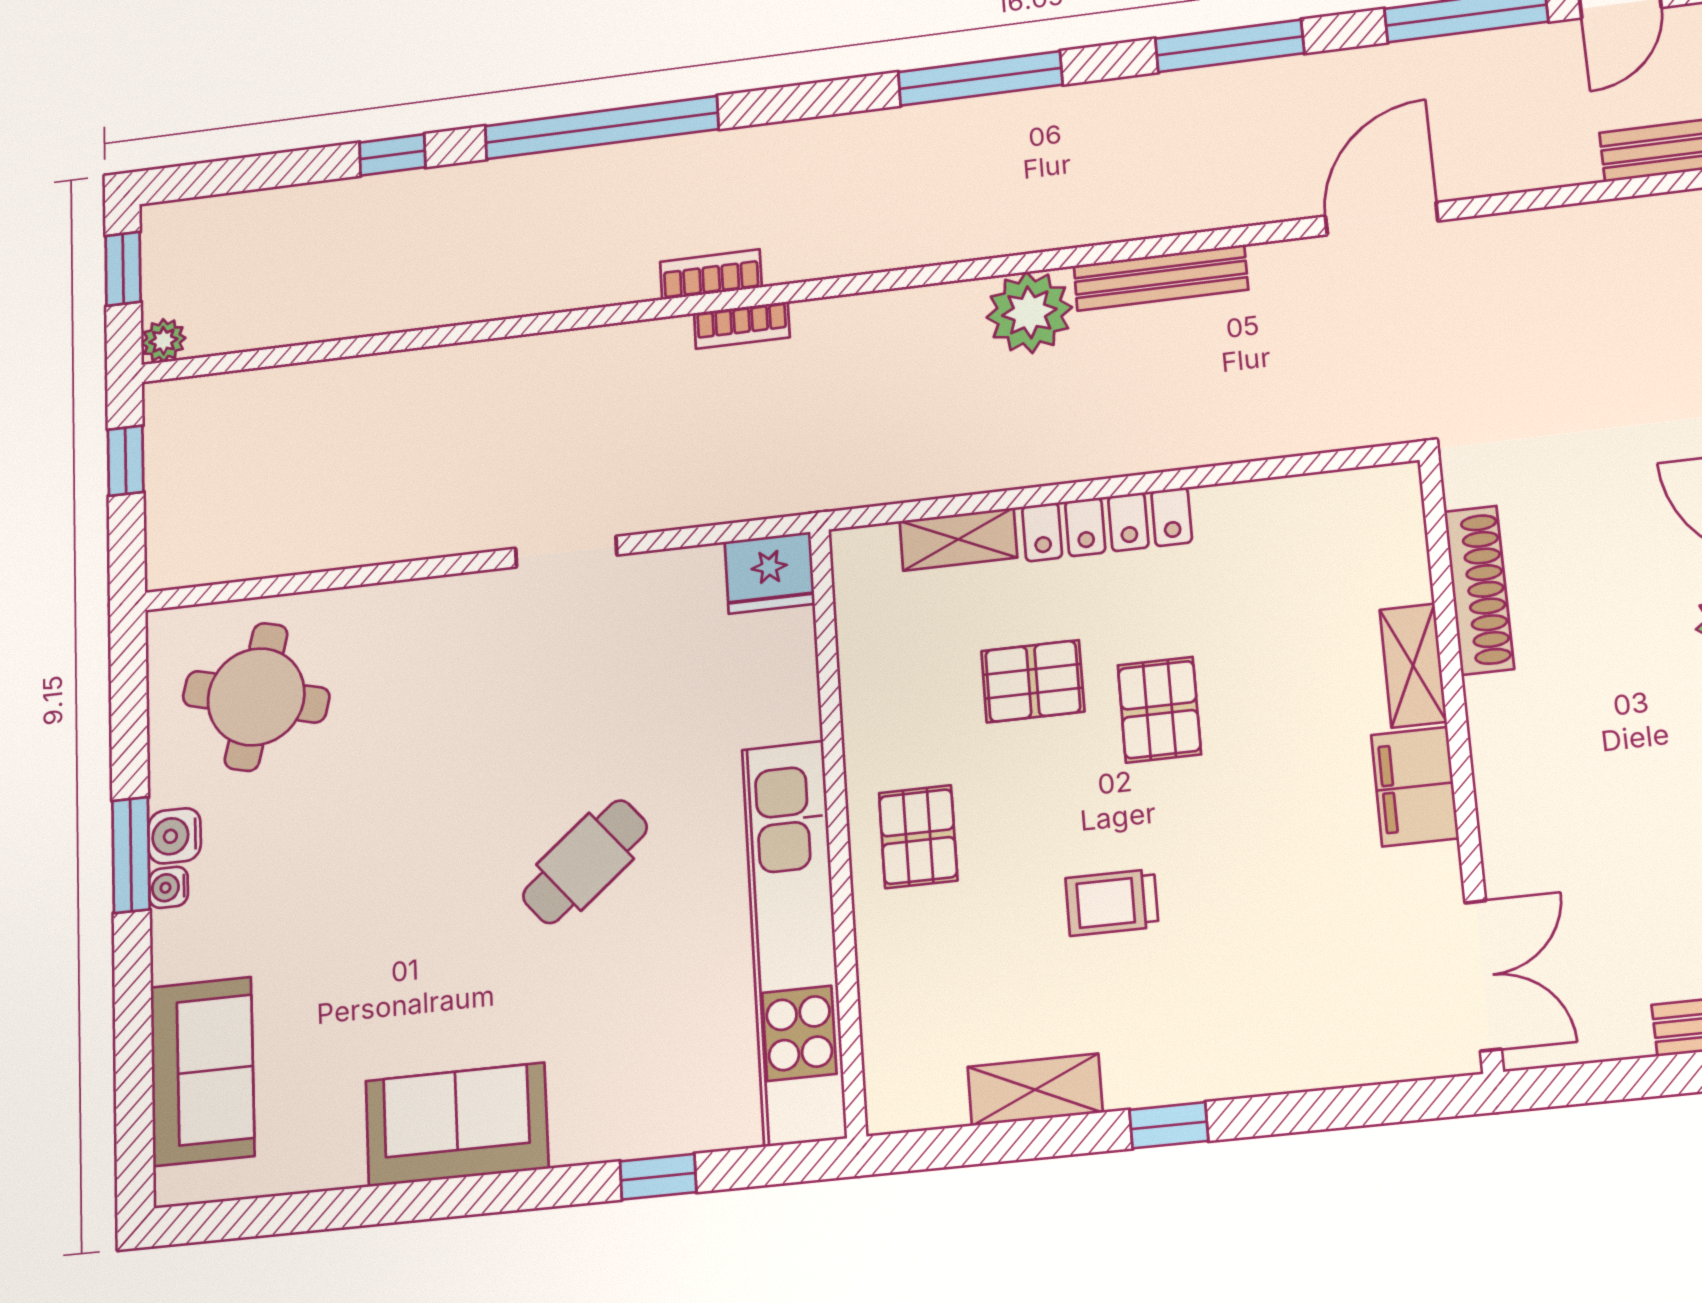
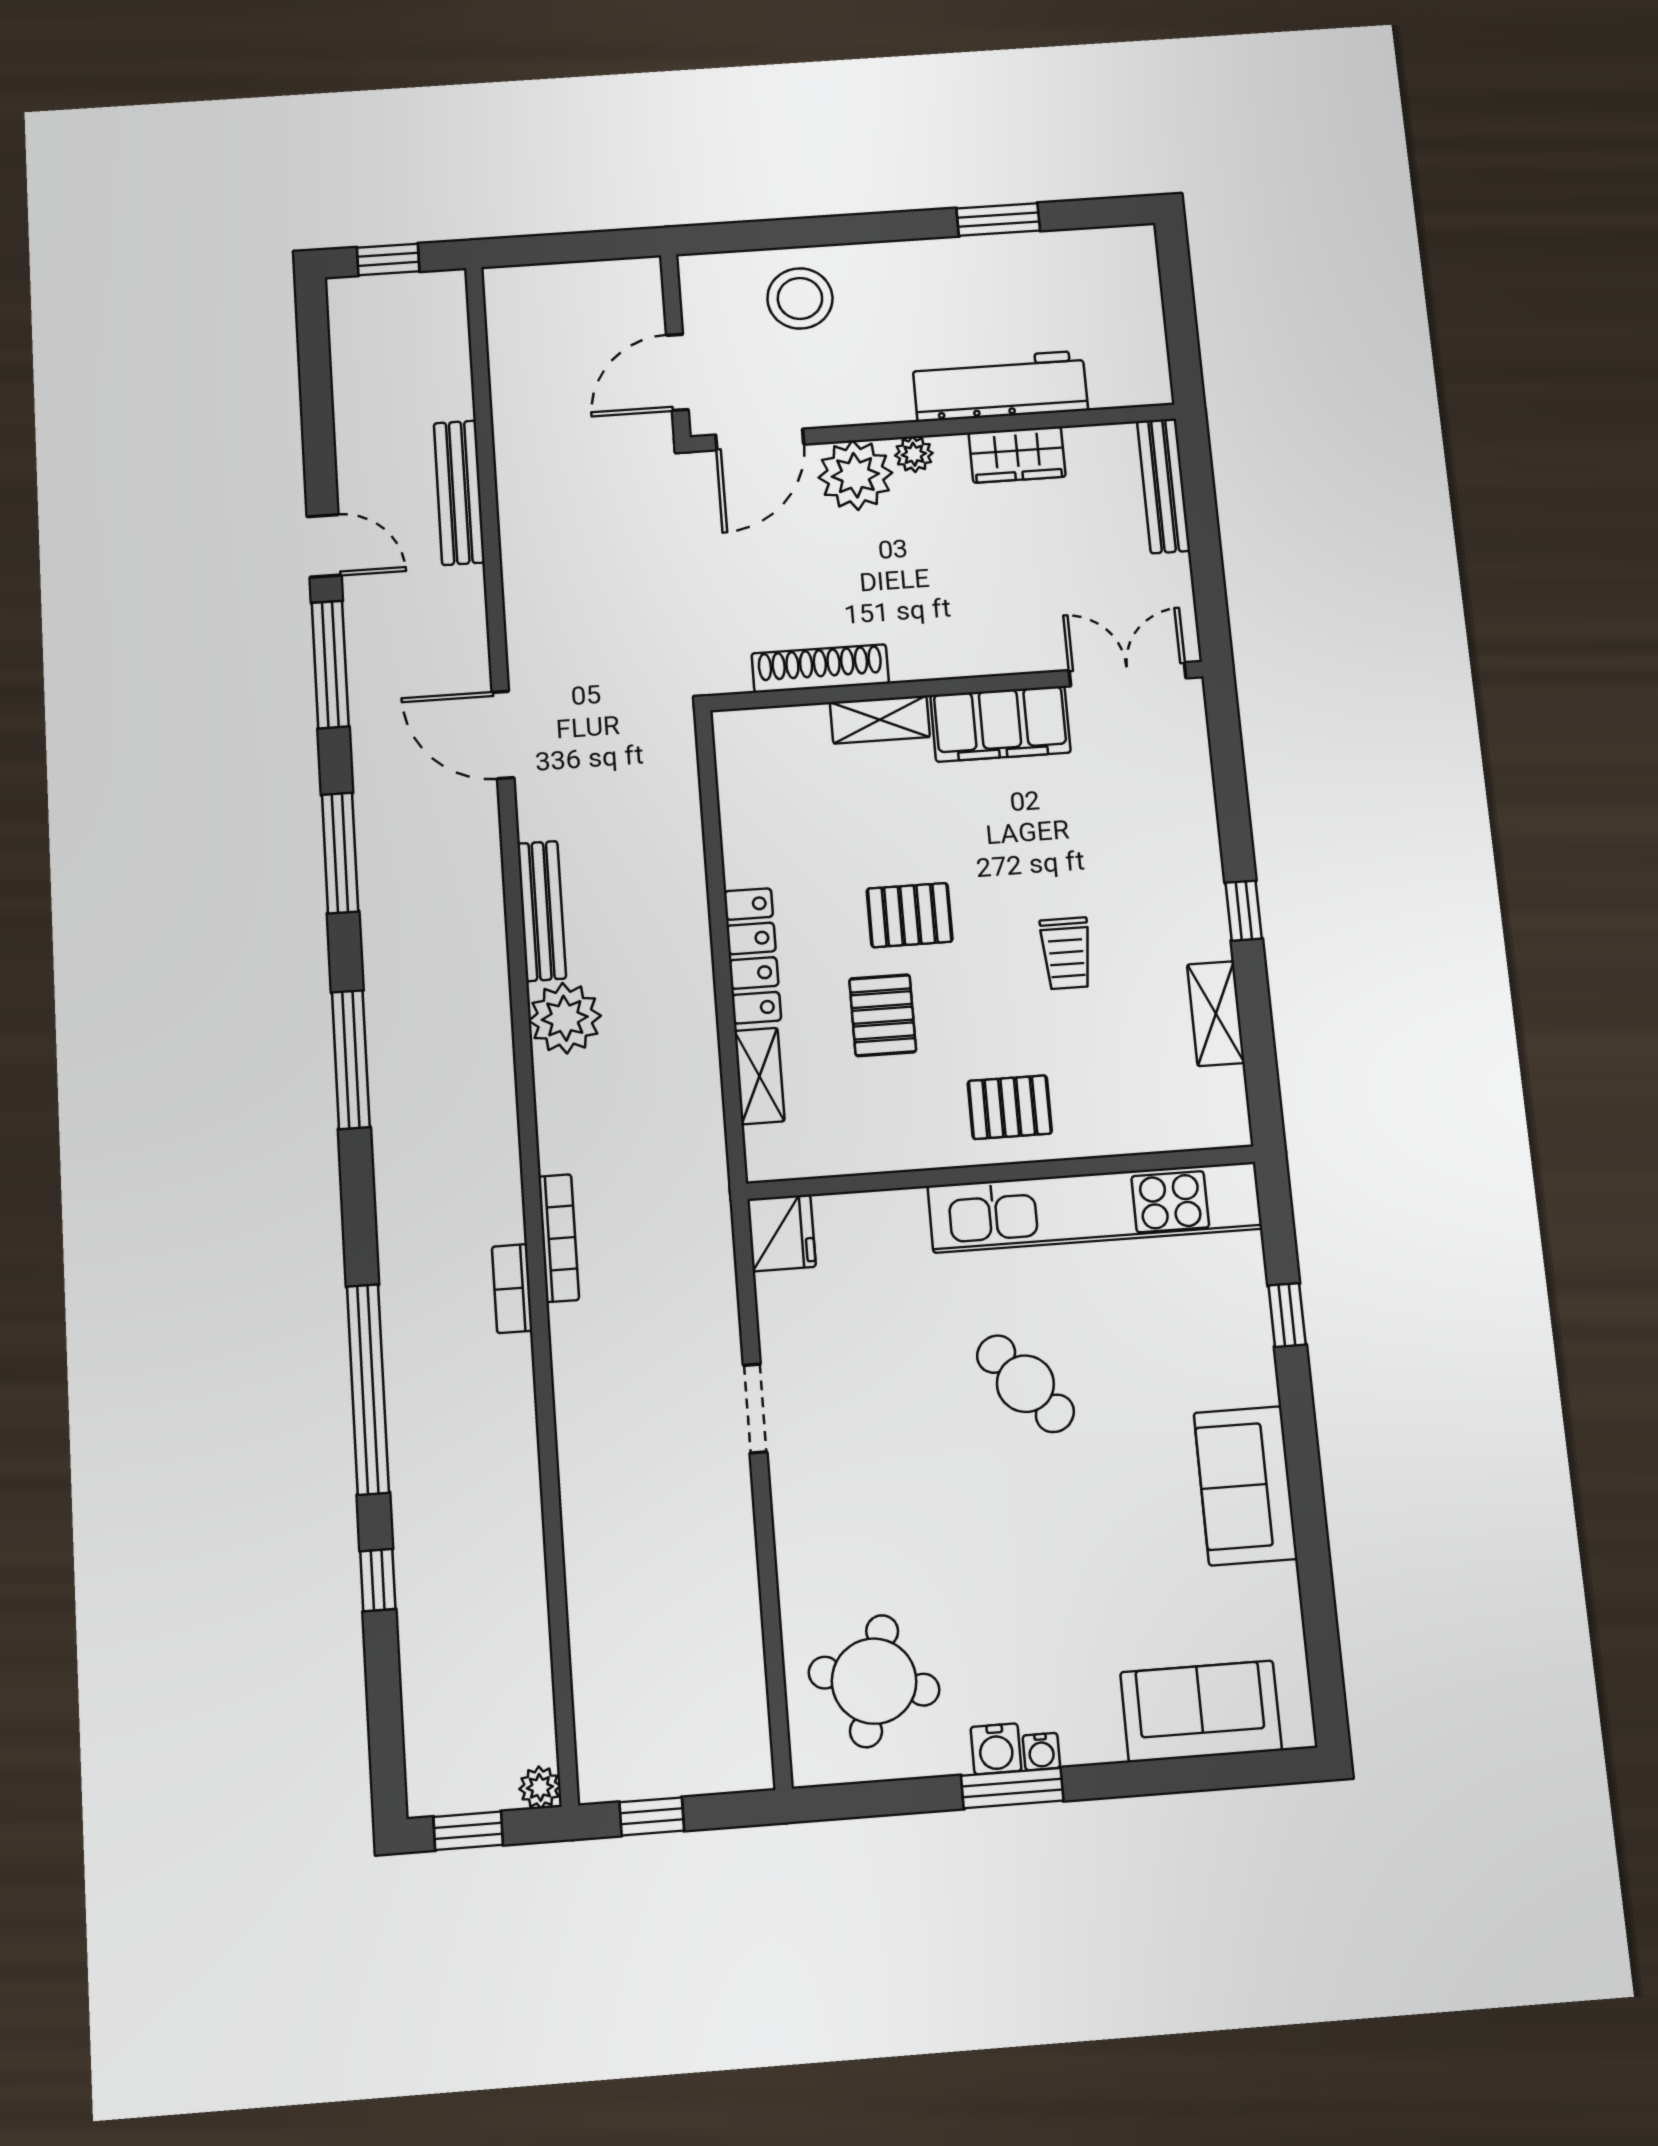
bookcase: (742, 325) -> (559, 1238), width x1.56
filing cabinet: (1415, 787) -> (1000, 724), width x1.50, depth x1.17

